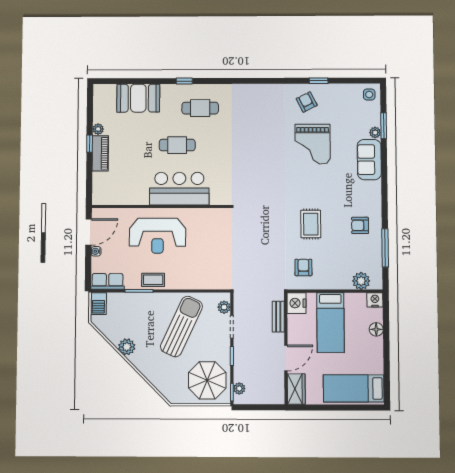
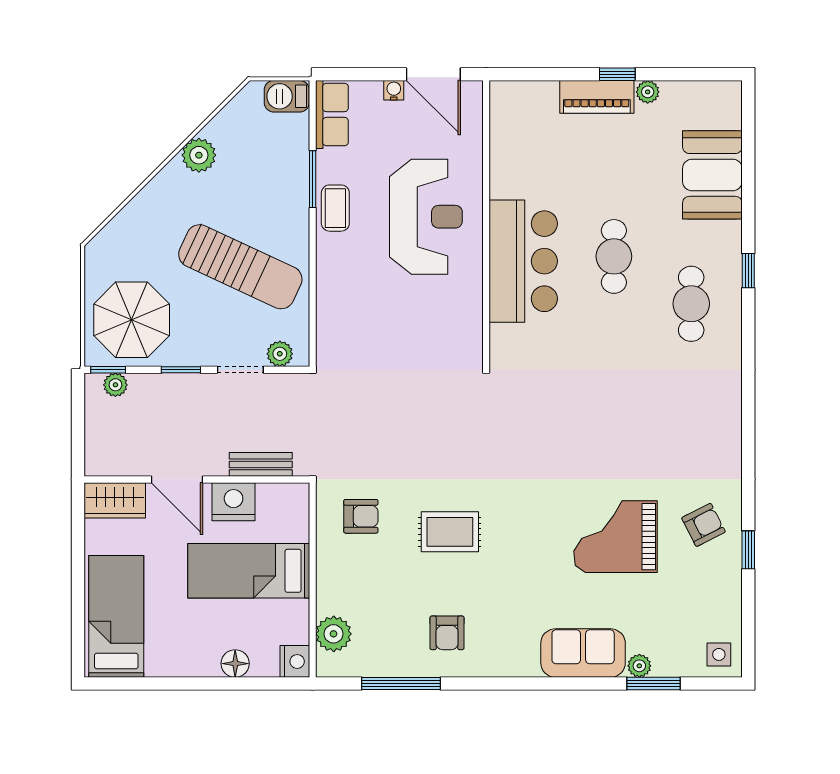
armchair: (360, 225) -> (447, 633), turned 180
reception desk: (158, 236) -> (426, 217), turned 180
nightstand: (296, 303) -> (234, 502), moved

